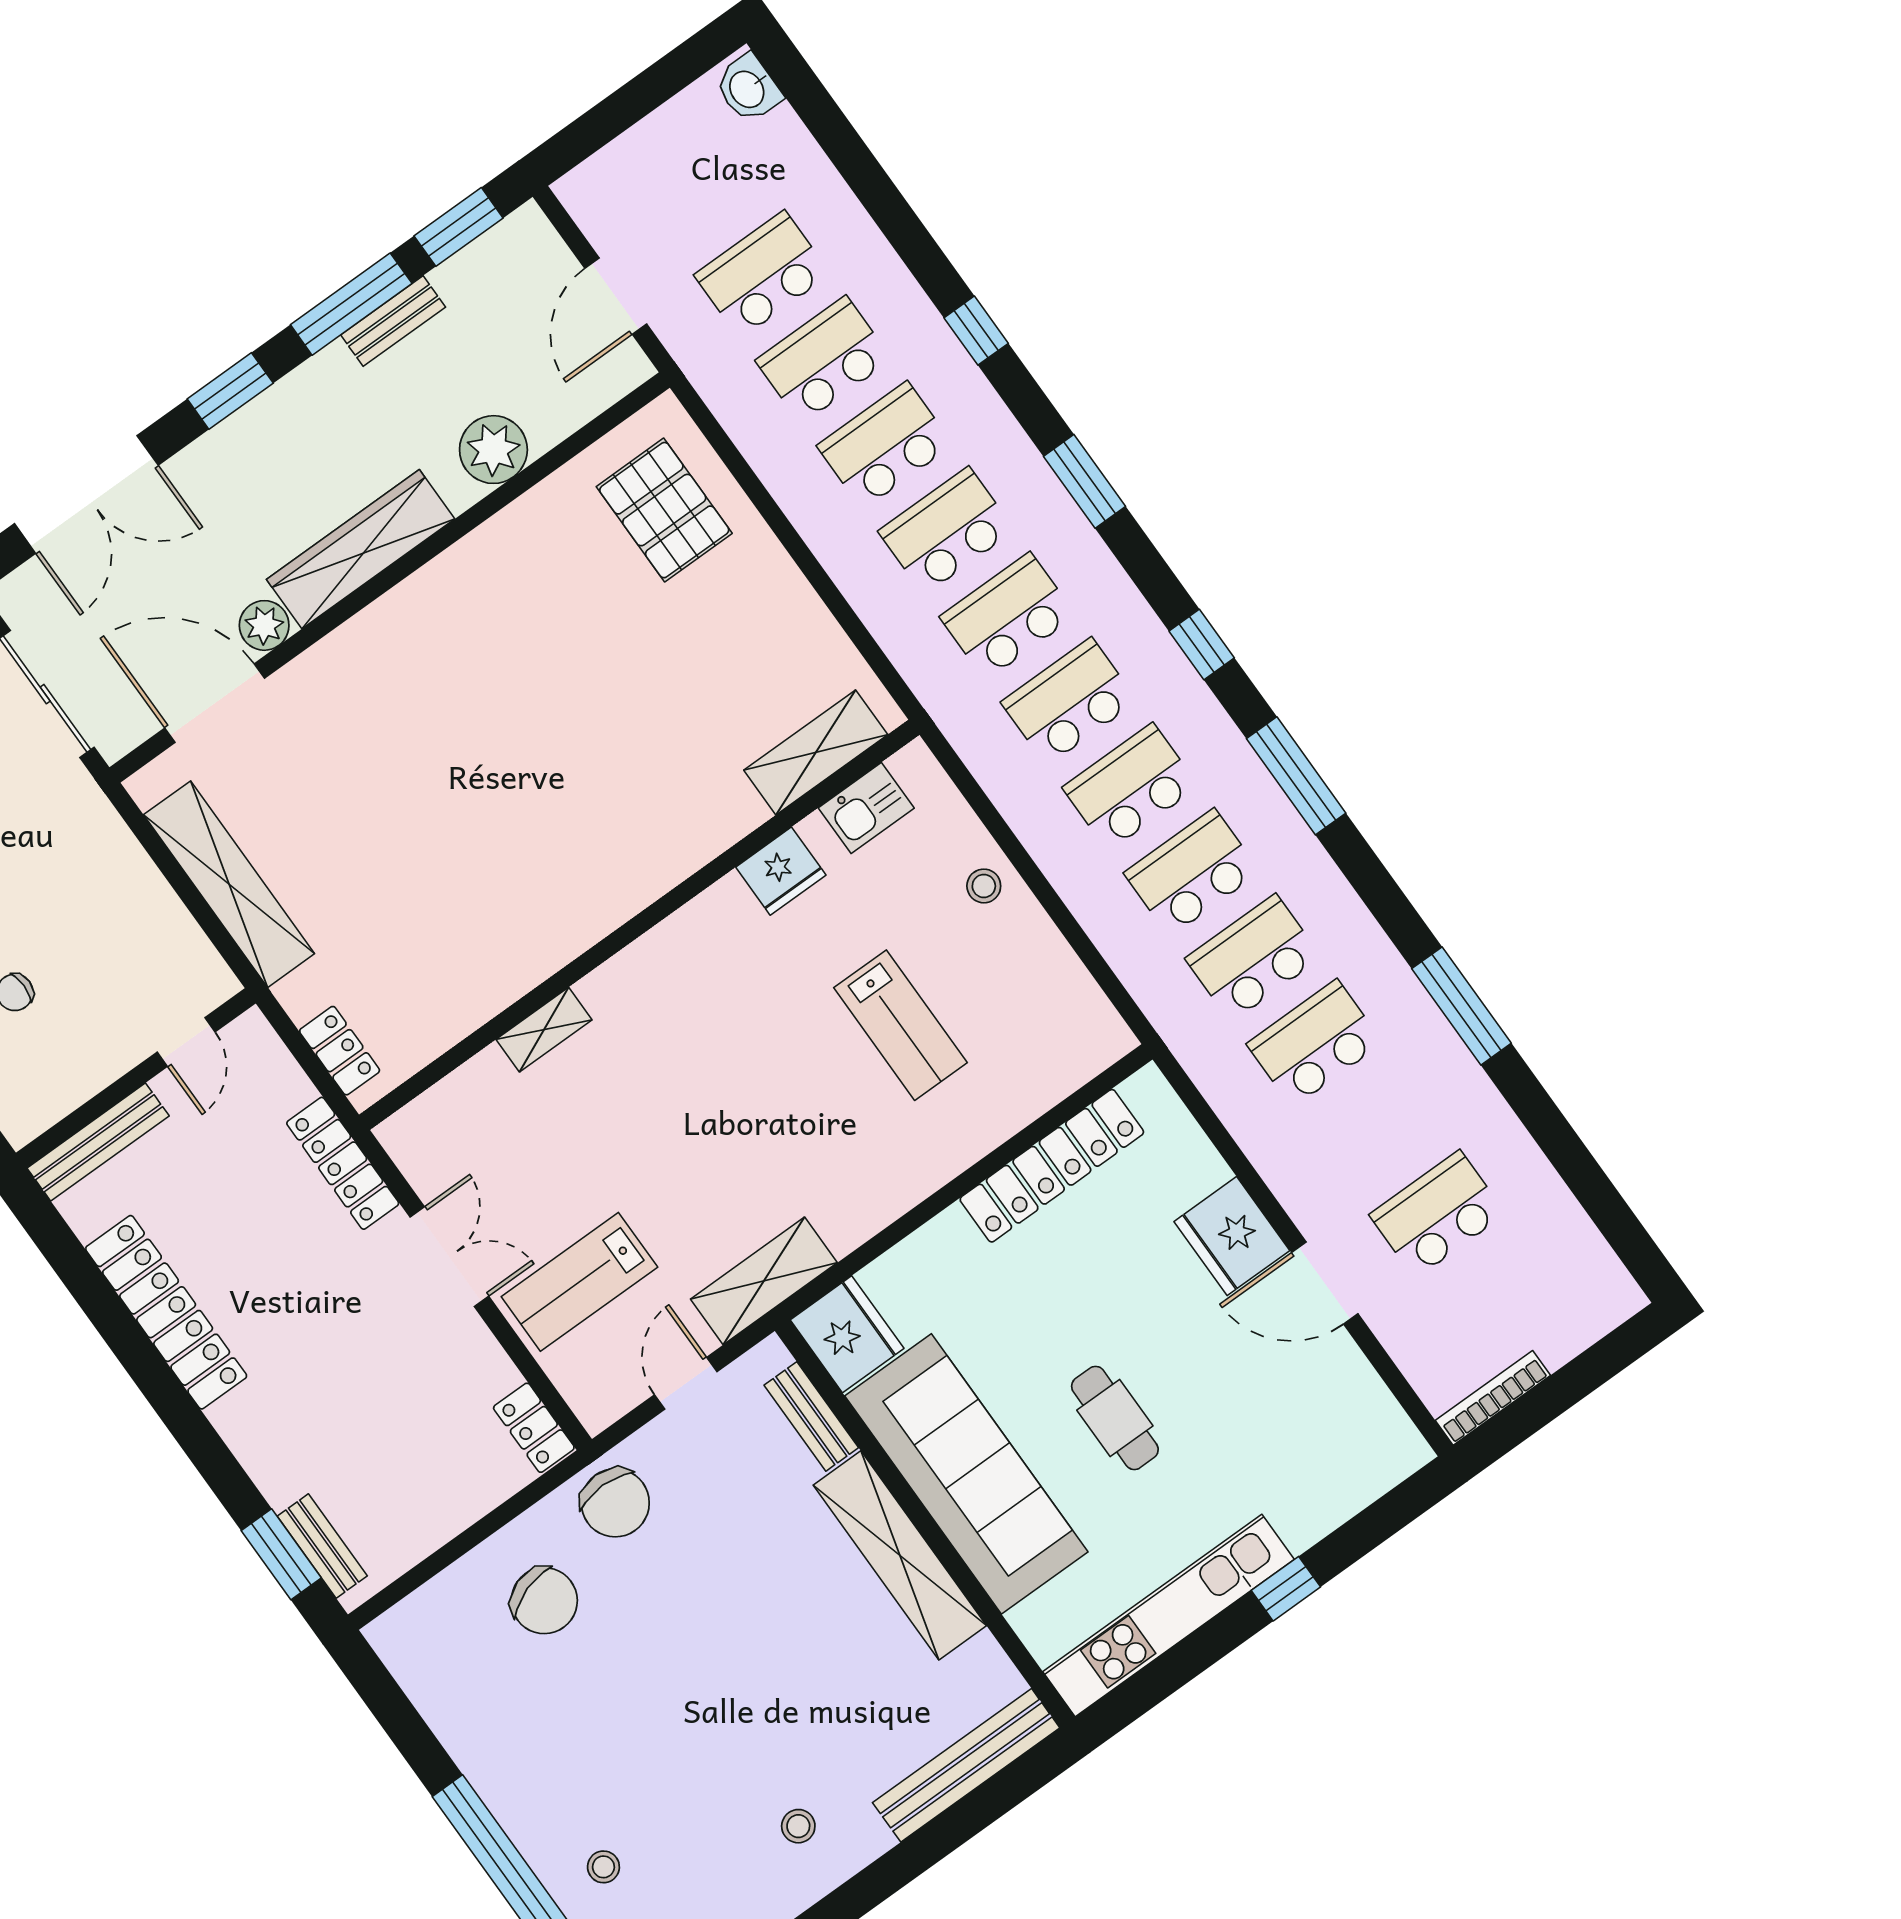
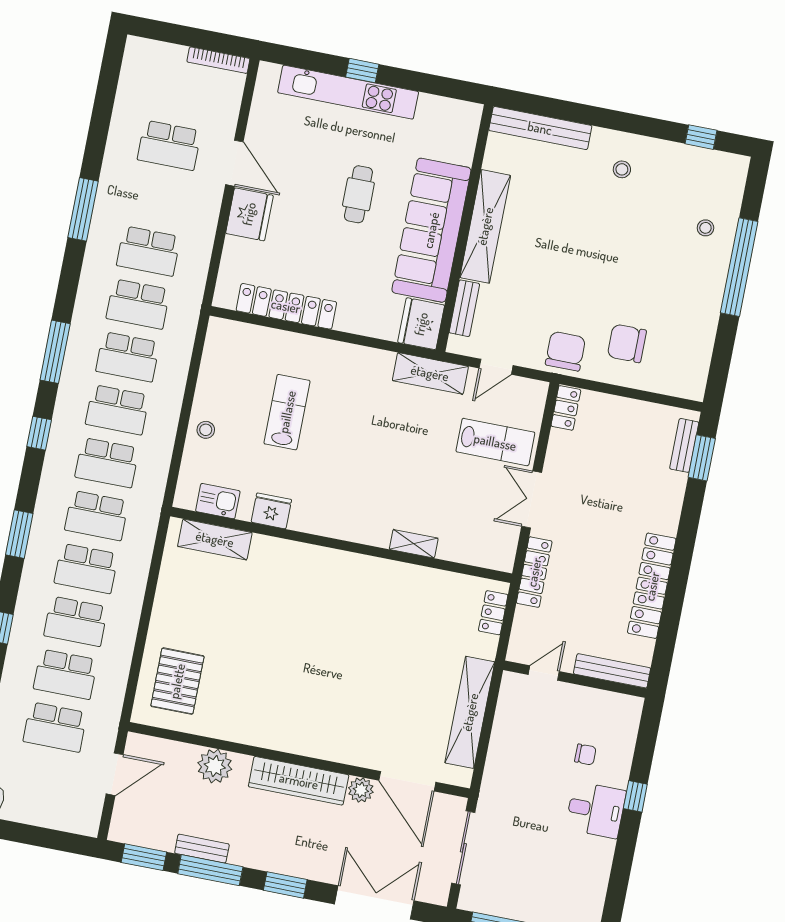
chair: (544, 1601) -> (627, 343), turned -71
kitchen unit: (1169, 1616) -> (348, 92), moved

